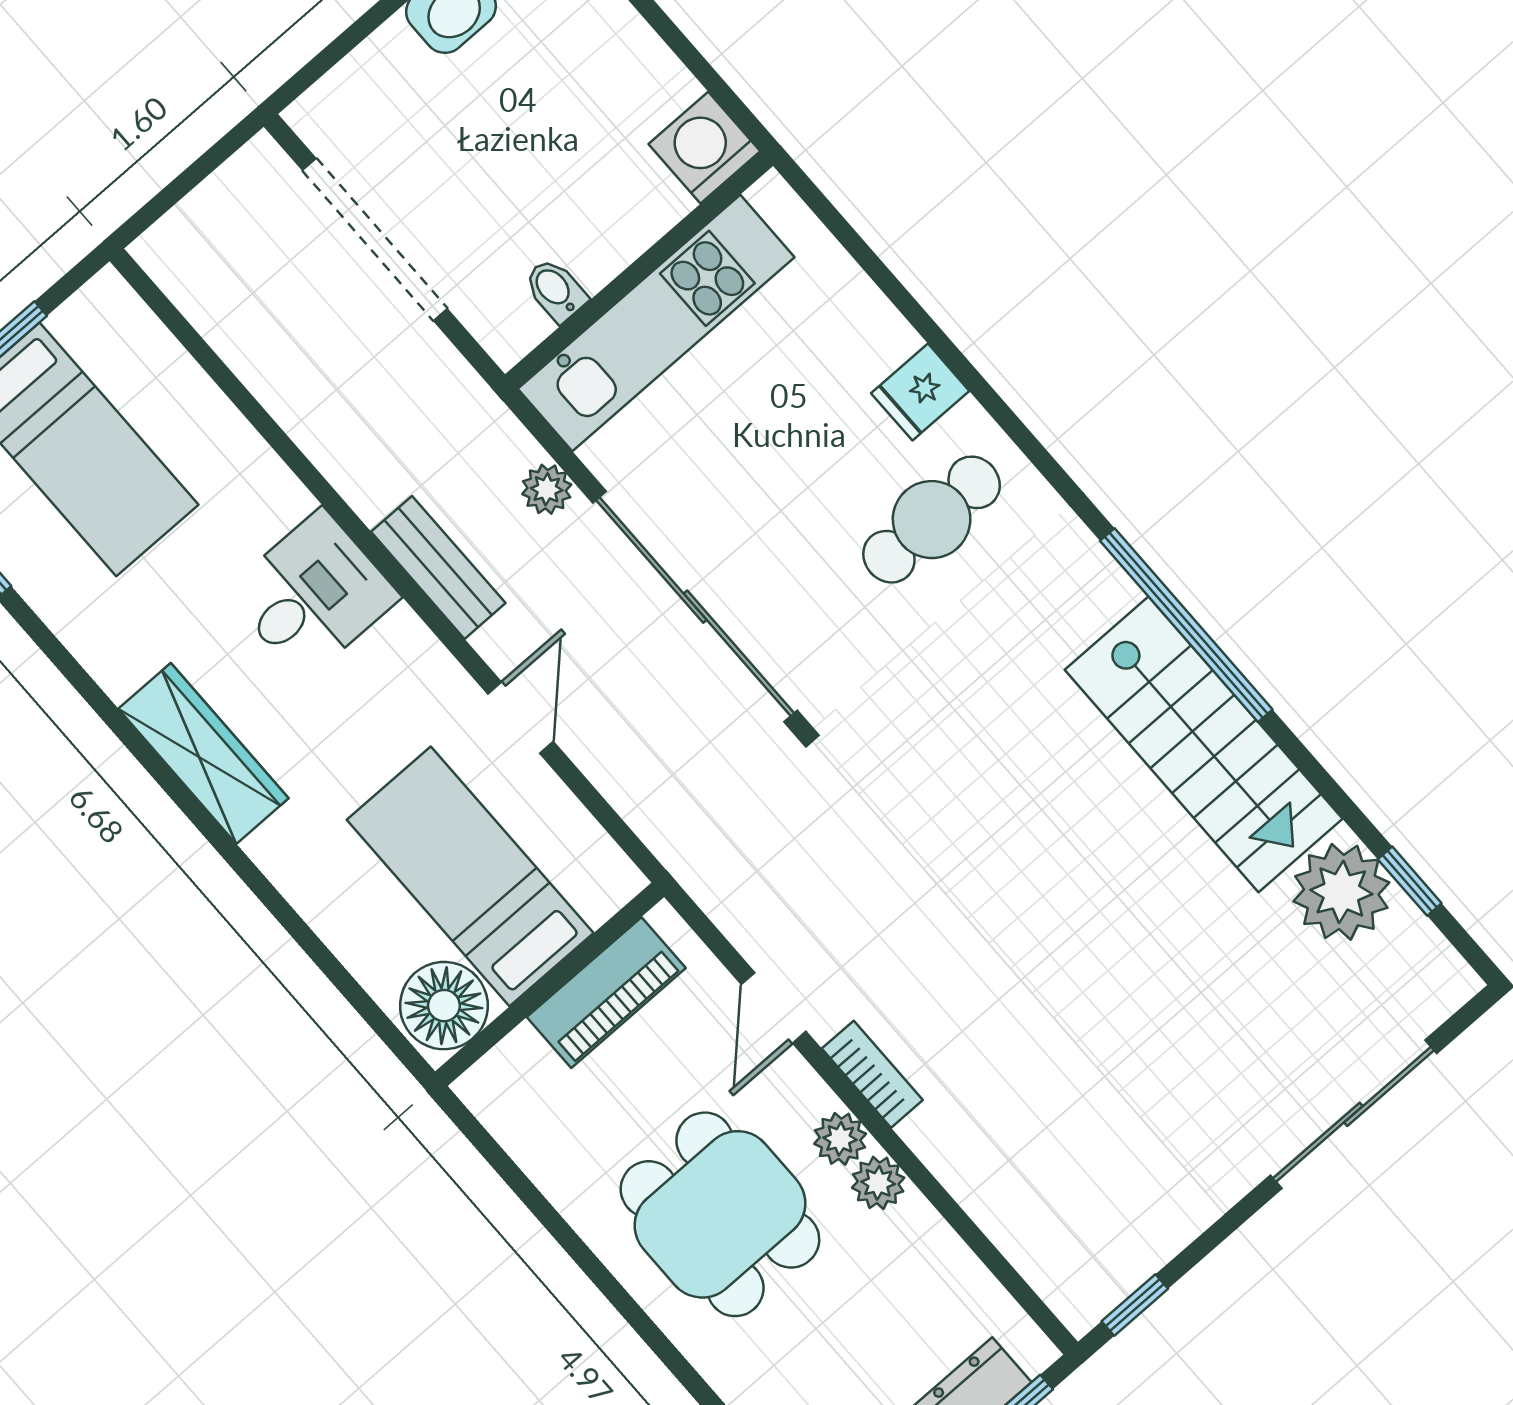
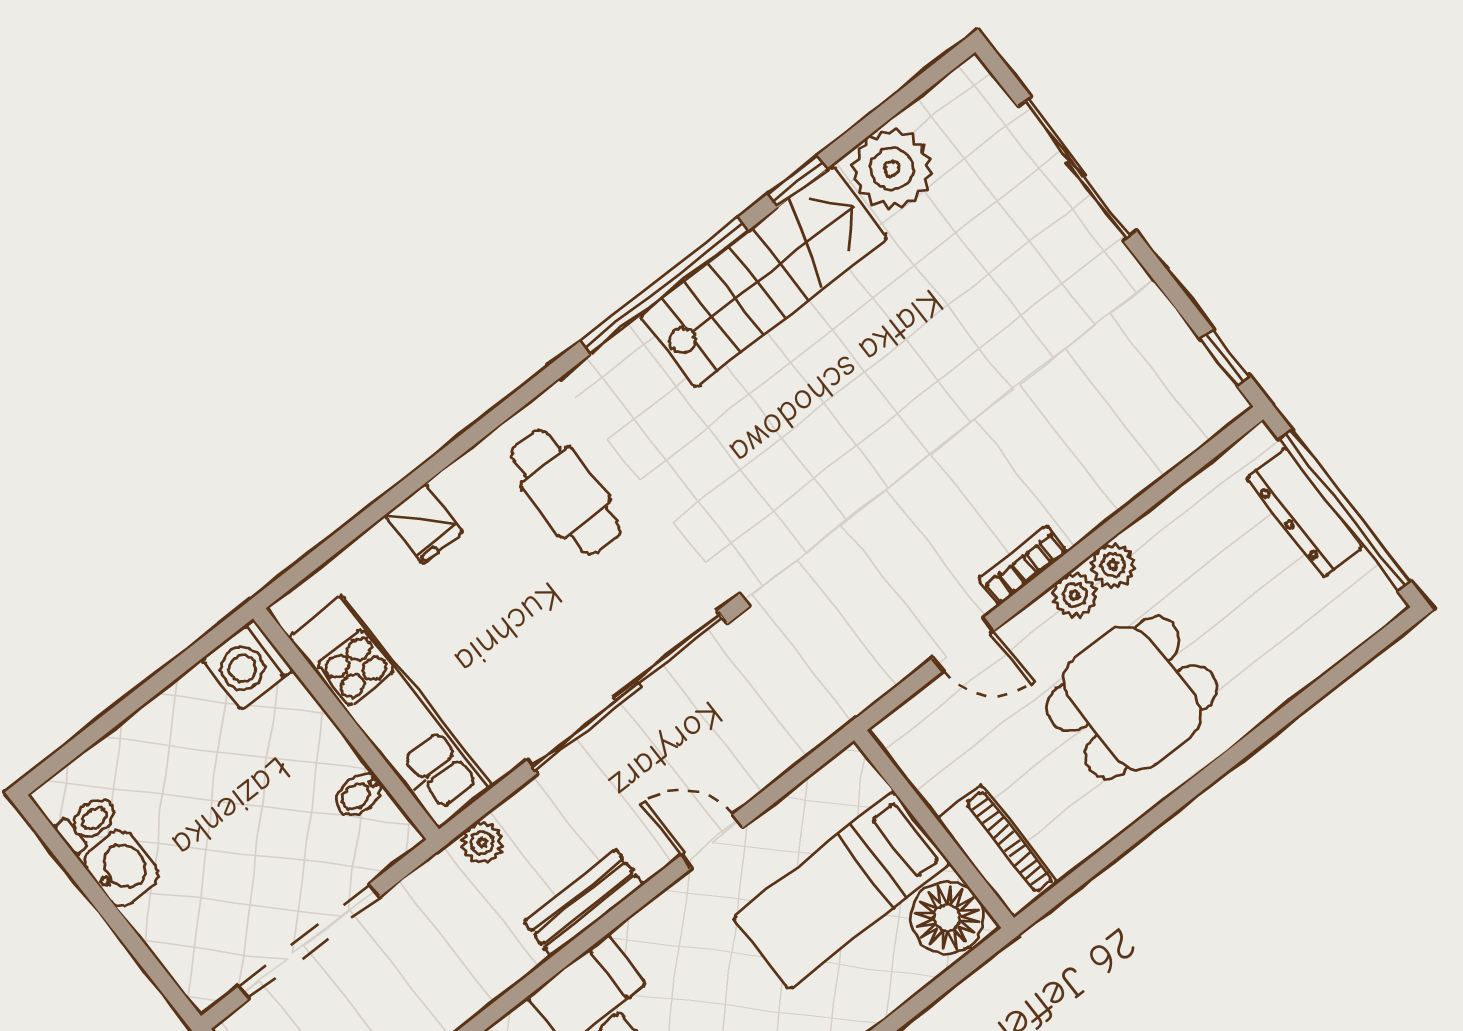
fridge: (920, 392) -> (424, 524), moved
plant: (547, 489) -> (482, 843), moved
window: (1410, 881) -> (797, 181), moved
piano: (606, 993) -> (997, 851), moved

